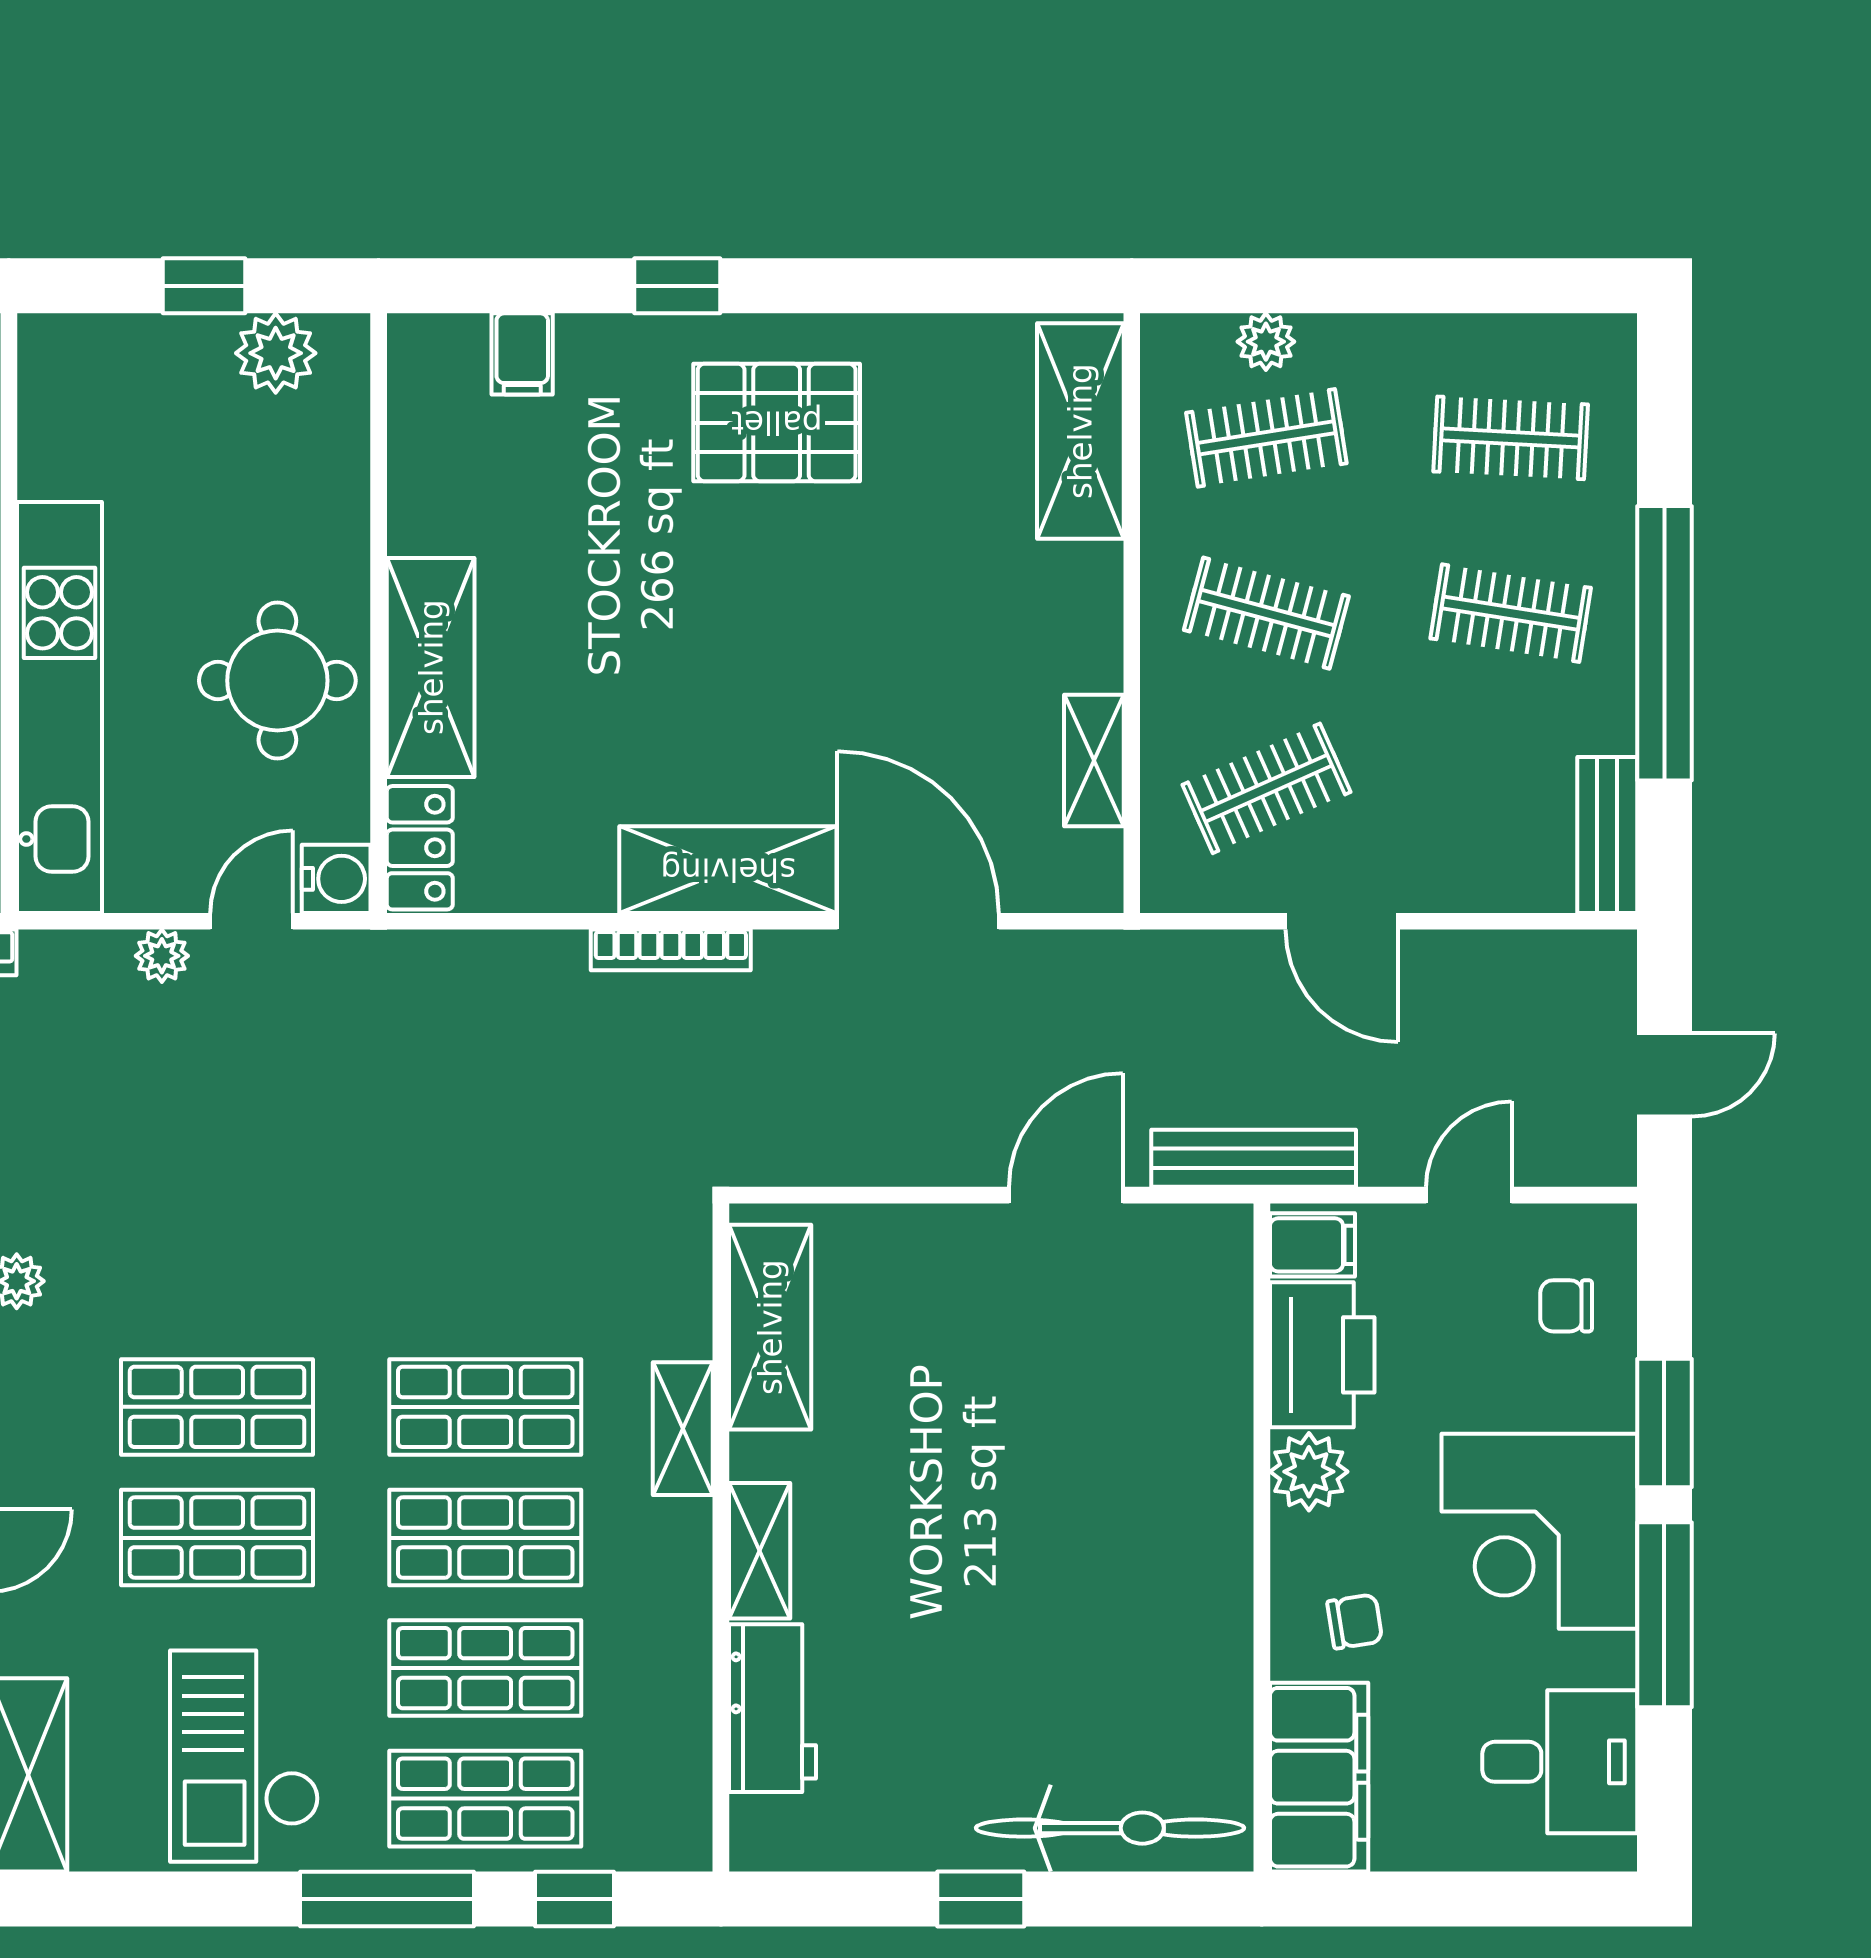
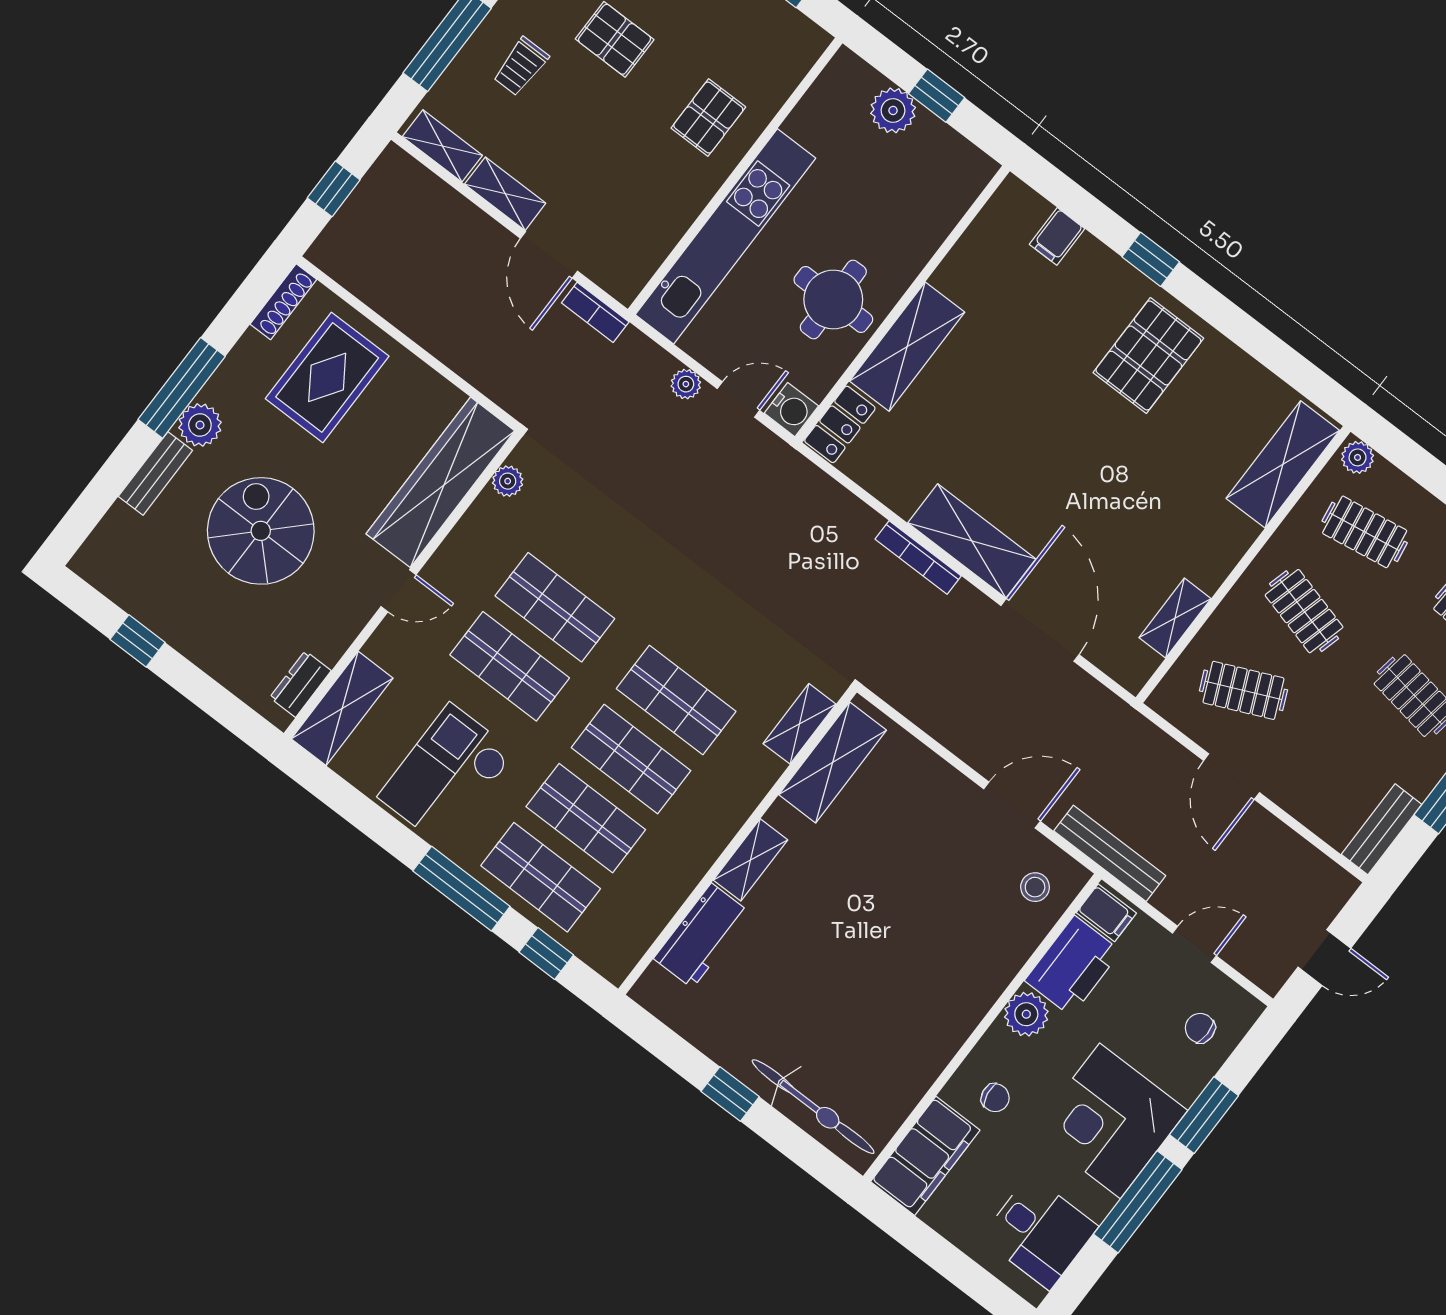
plant: (1266, 342) -> (1358, 457), moved
plant: (276, 353) -> (893, 110), moved
pallet: (777, 423) -> (1148, 355), turned 90
stool: (1185, 1285) -> (1035, 887), added
shelving: (683, 1429) -> (800, 724), moved

